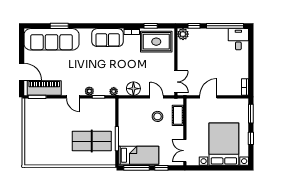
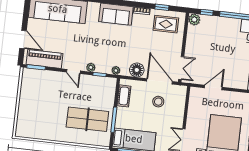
rug: (156, 42) -> (166, 24), width x0.73, depth x0.70
door: (156, 97) -> (159, 81), width x1.88
cot: (178, 115) -> (124, 96), moved

